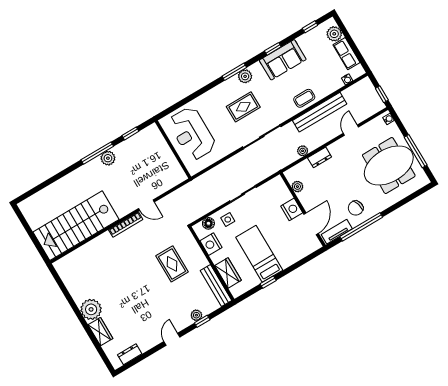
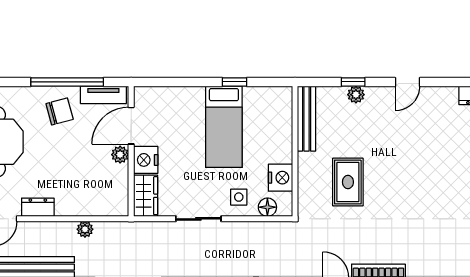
dresser: (320, 157) -> (38, 207), moved
plant: (297, 187) -> (120, 155), moved
wardrobe: (228, 273) -> (146, 196), moved, turned 180

